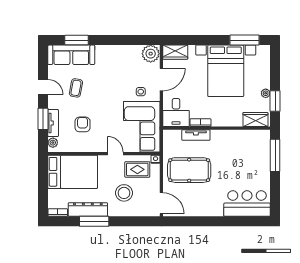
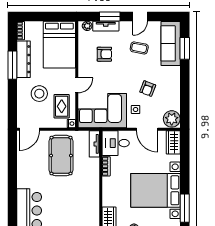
armchair: (119, 79) -> (148, 89), added
tv unit: (196, 135) -> (94, 144), moved

